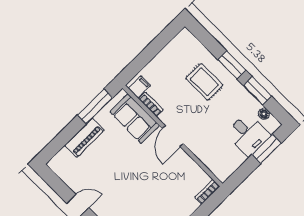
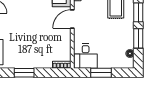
desk: (248, 134) -> (86, 56), moved
window: (267, 149) -> (101, 73), moved

